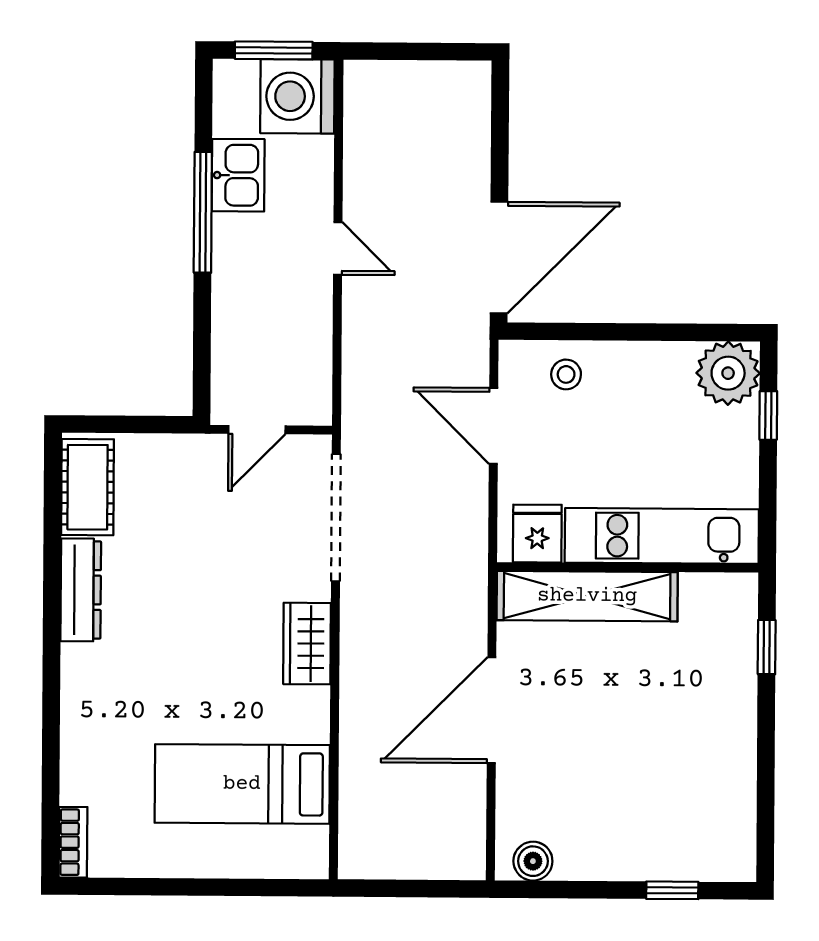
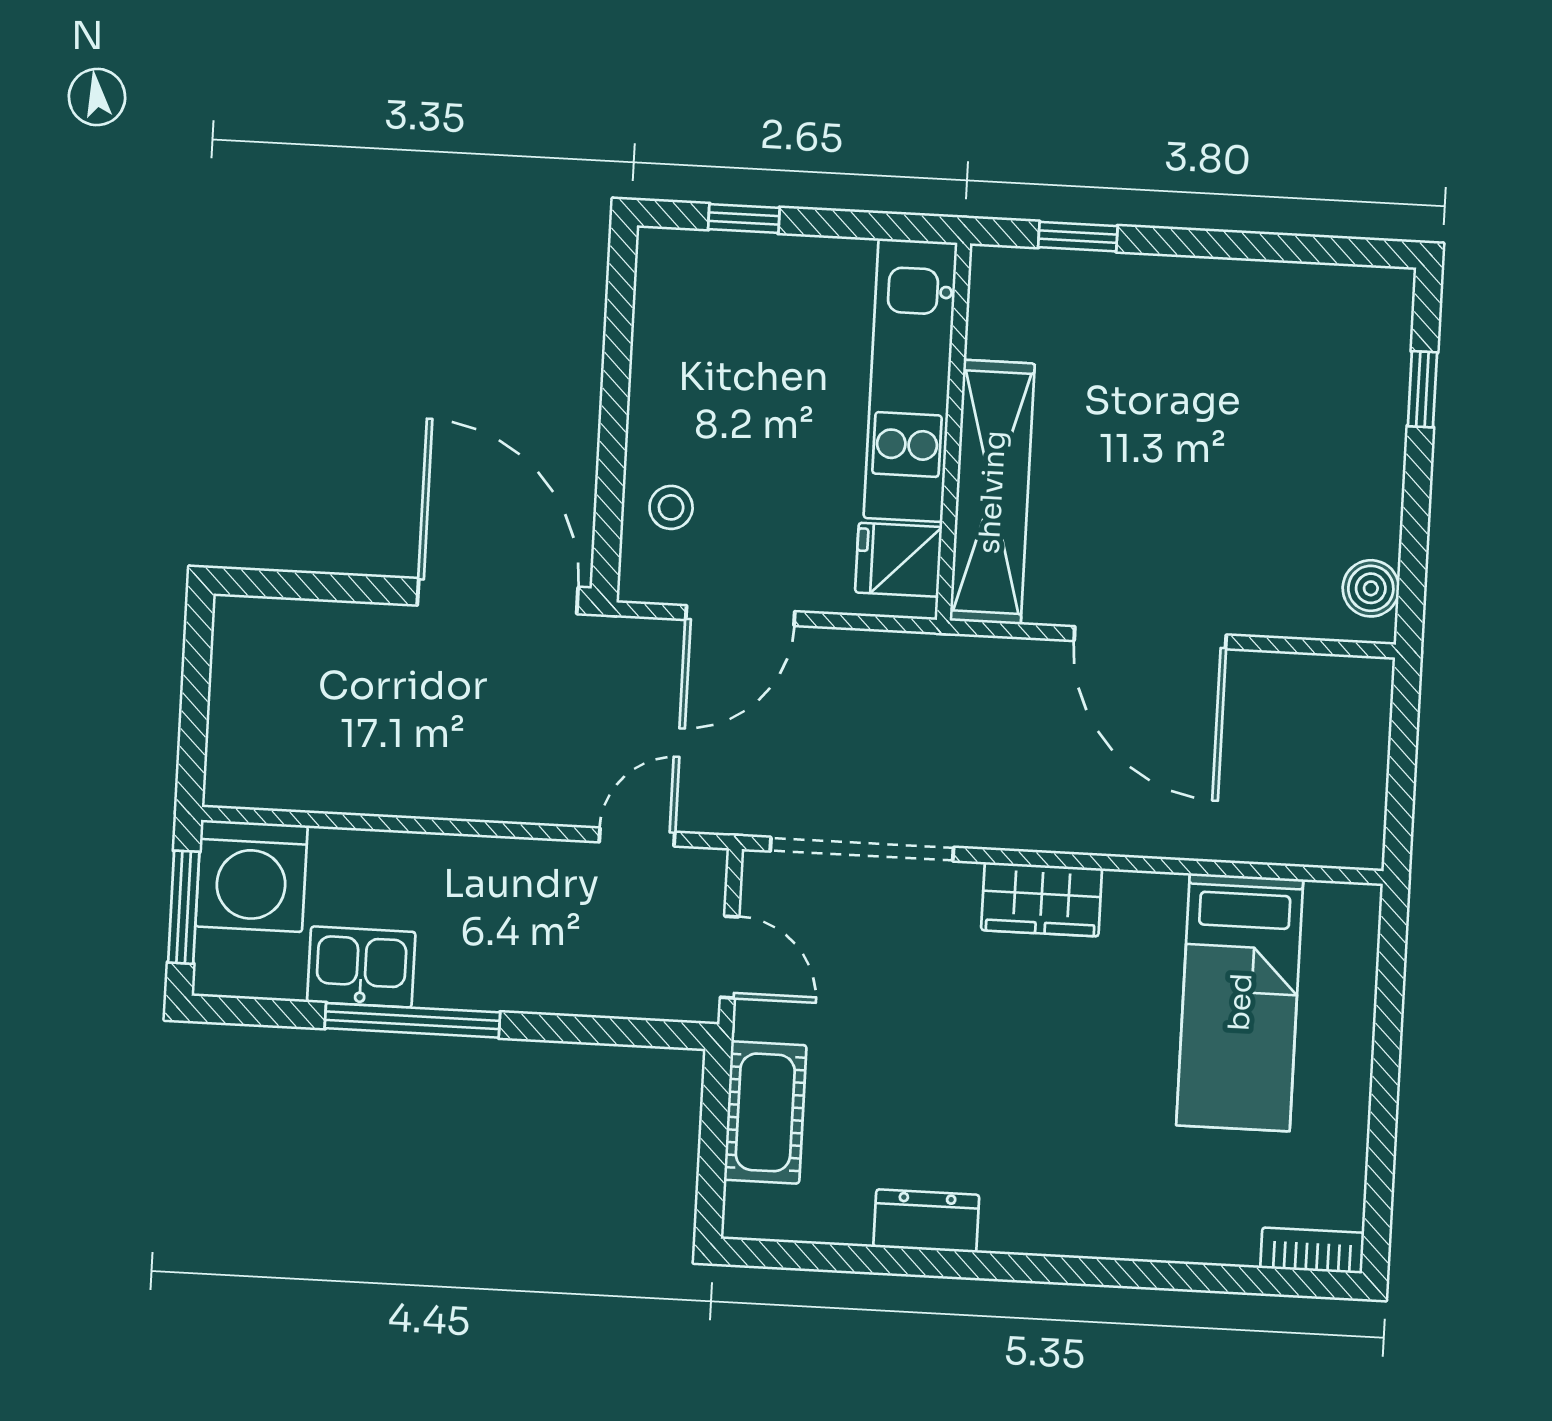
door: (338, 248) -> (637, 837), moved
plant: (728, 373) -> (680, 274), removed
cot: (88, 487) -> (765, 1112), moved, turned 90
dresser: (81, 590) -> (926, 1221), width x0.70

